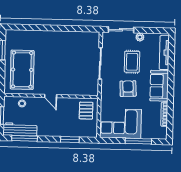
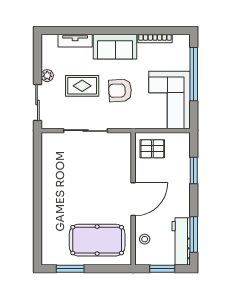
tv unit: (164, 53) -> (75, 41), width x0.71
door: (51, 96) -> (133, 199), width x1.88
window: (138, 141) -> (194, 74), width x1.46

